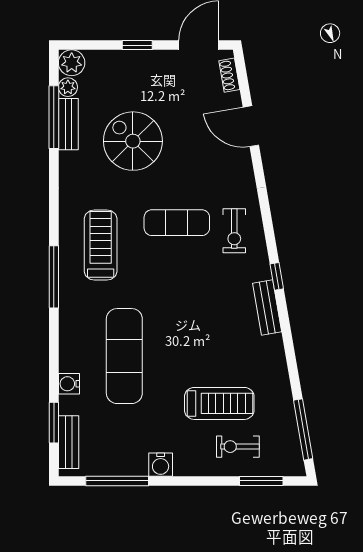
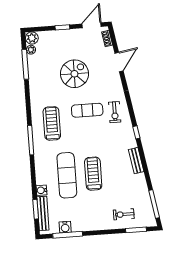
bench: (68, 124) -> (32, 67), removed
door: (251, 126) -> (119, 62), swing flipped
spiral stairs: (133, 141) -> (74, 74), moved, turned 90
bench: (267, 308) -> (136, 161), moved
treadmill: (219, 403) -> (93, 174), moved, turned -90
bench: (69, 442) -> (43, 213), width x1.36
water cooler: (161, 465) -> (65, 227), moved

